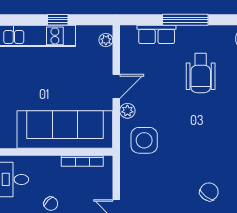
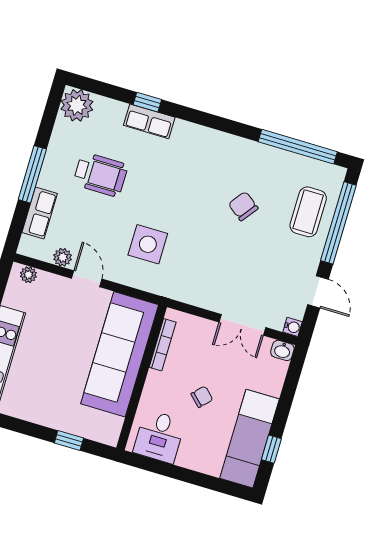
plant: (127, 111) -> (63, 257), moved
side table: (144, 140) -> (148, 244), moved

